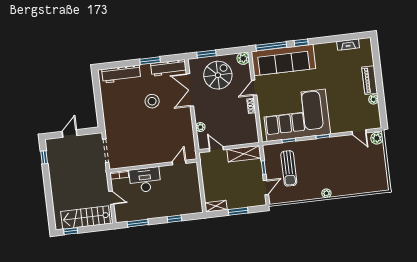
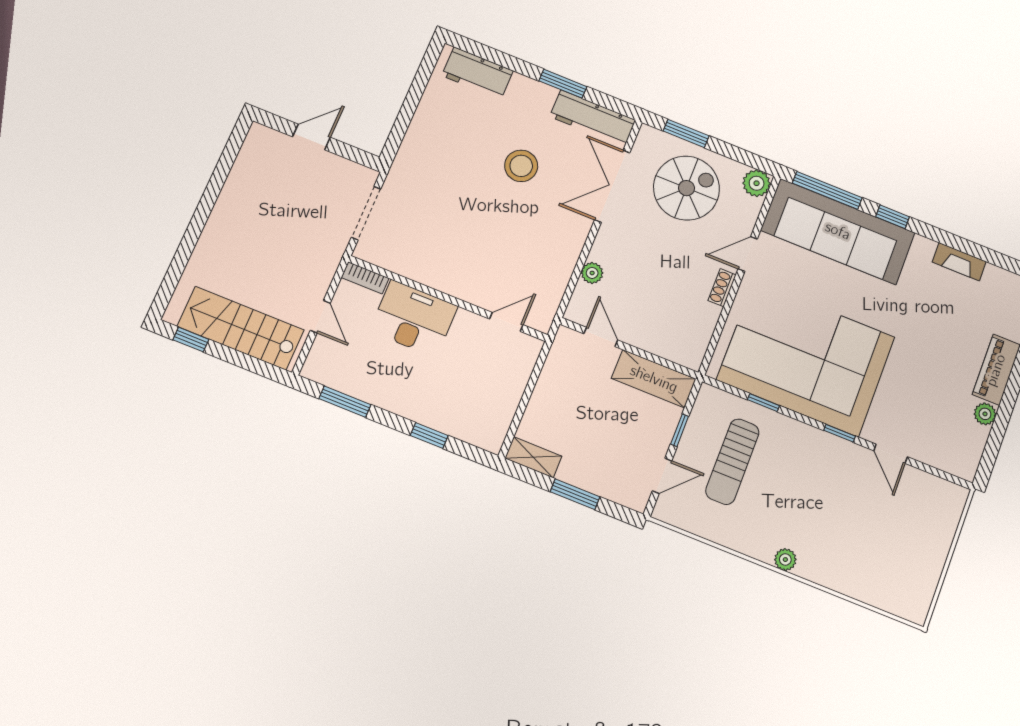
fireplace: (348, 45) -> (959, 262), moved
workbench: (121, 74) -> (477, 73), width x0.73
door: (359, 132) -> (891, 454), moved
plant: (377, 138) -> (952, 500), removed
window: (44, 157) -> (229, 156), removed

